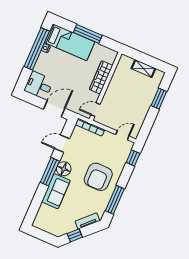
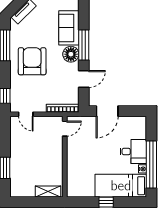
window: (88, 34) -> (106, 202), width x0.46
shelving: (143, 68) -> (48, 192), moved
wardrobe: (101, 77) -> (73, 164), removed
desk: (39, 85) -> (133, 152), moved
door: (122, 135) -> (26, 114), hinge flipped

